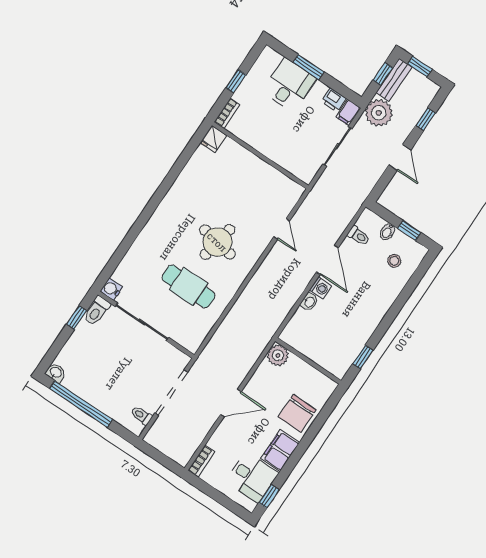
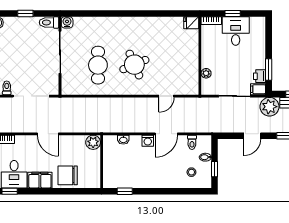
window: (309, 67) -> (269, 70), moved
desk: (289, 85) -> (236, 31), moved, turned -90
plant: (287, 162) -> (206, 73), added
round table: (217, 242) -> (134, 65), turned -33
washbasin: (309, 302) -> (123, 140), moved
window: (77, 317) -> (25, 13), moved

